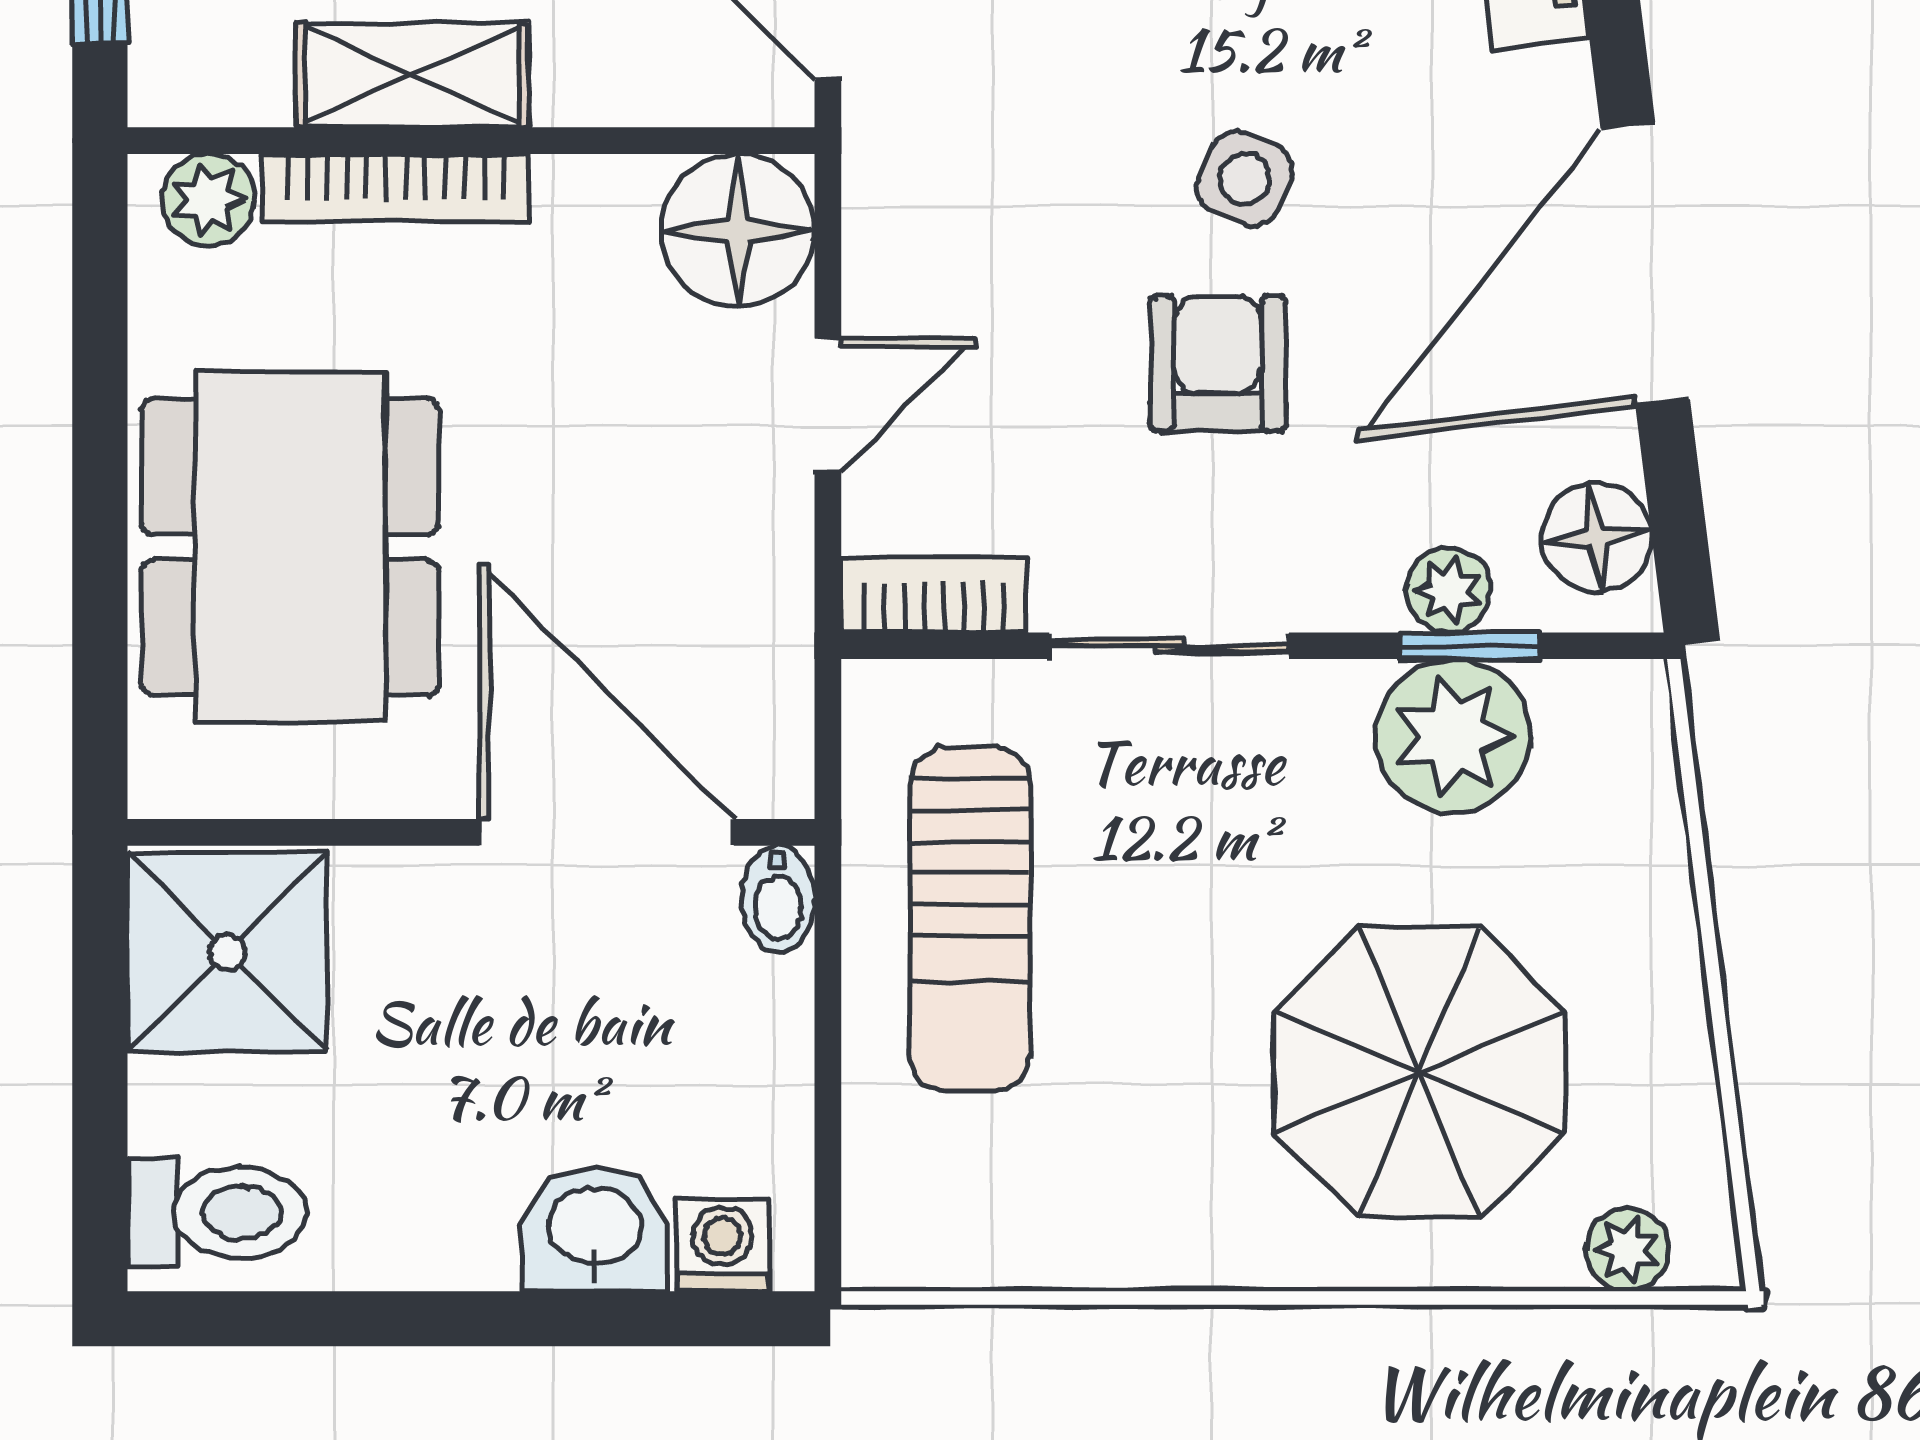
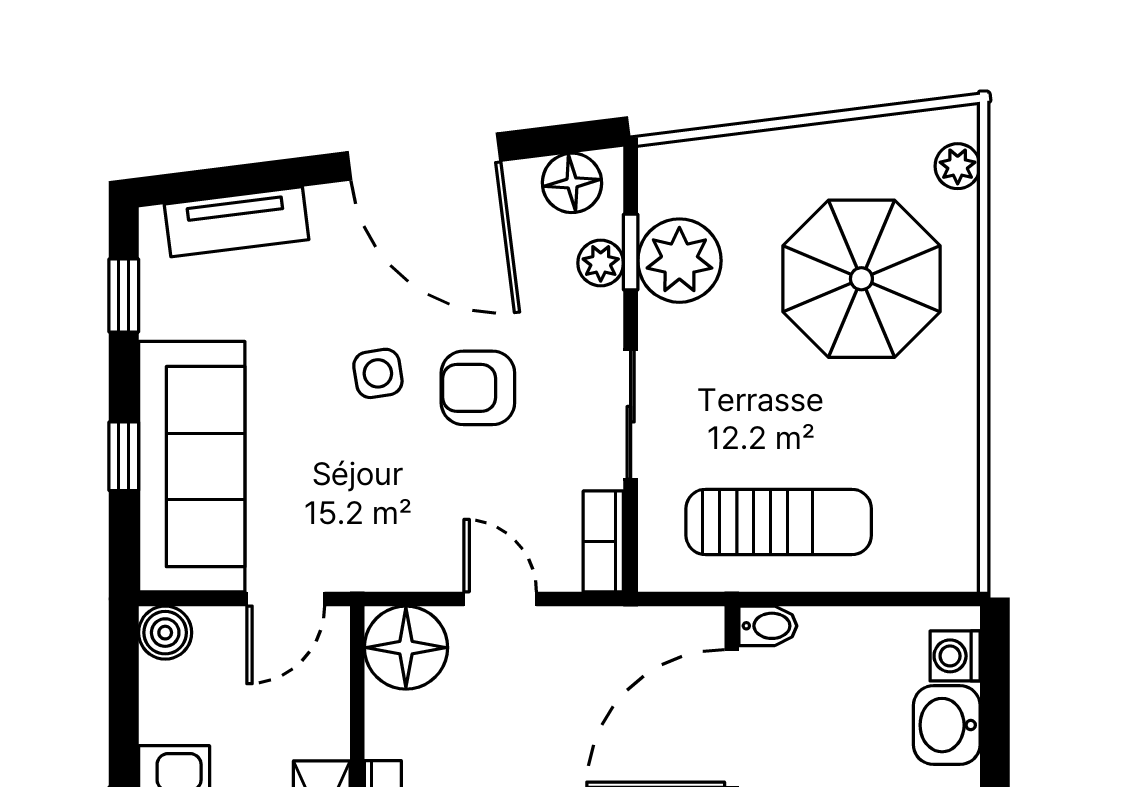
side table: (1245, 179) -> (378, 373), turned -32

